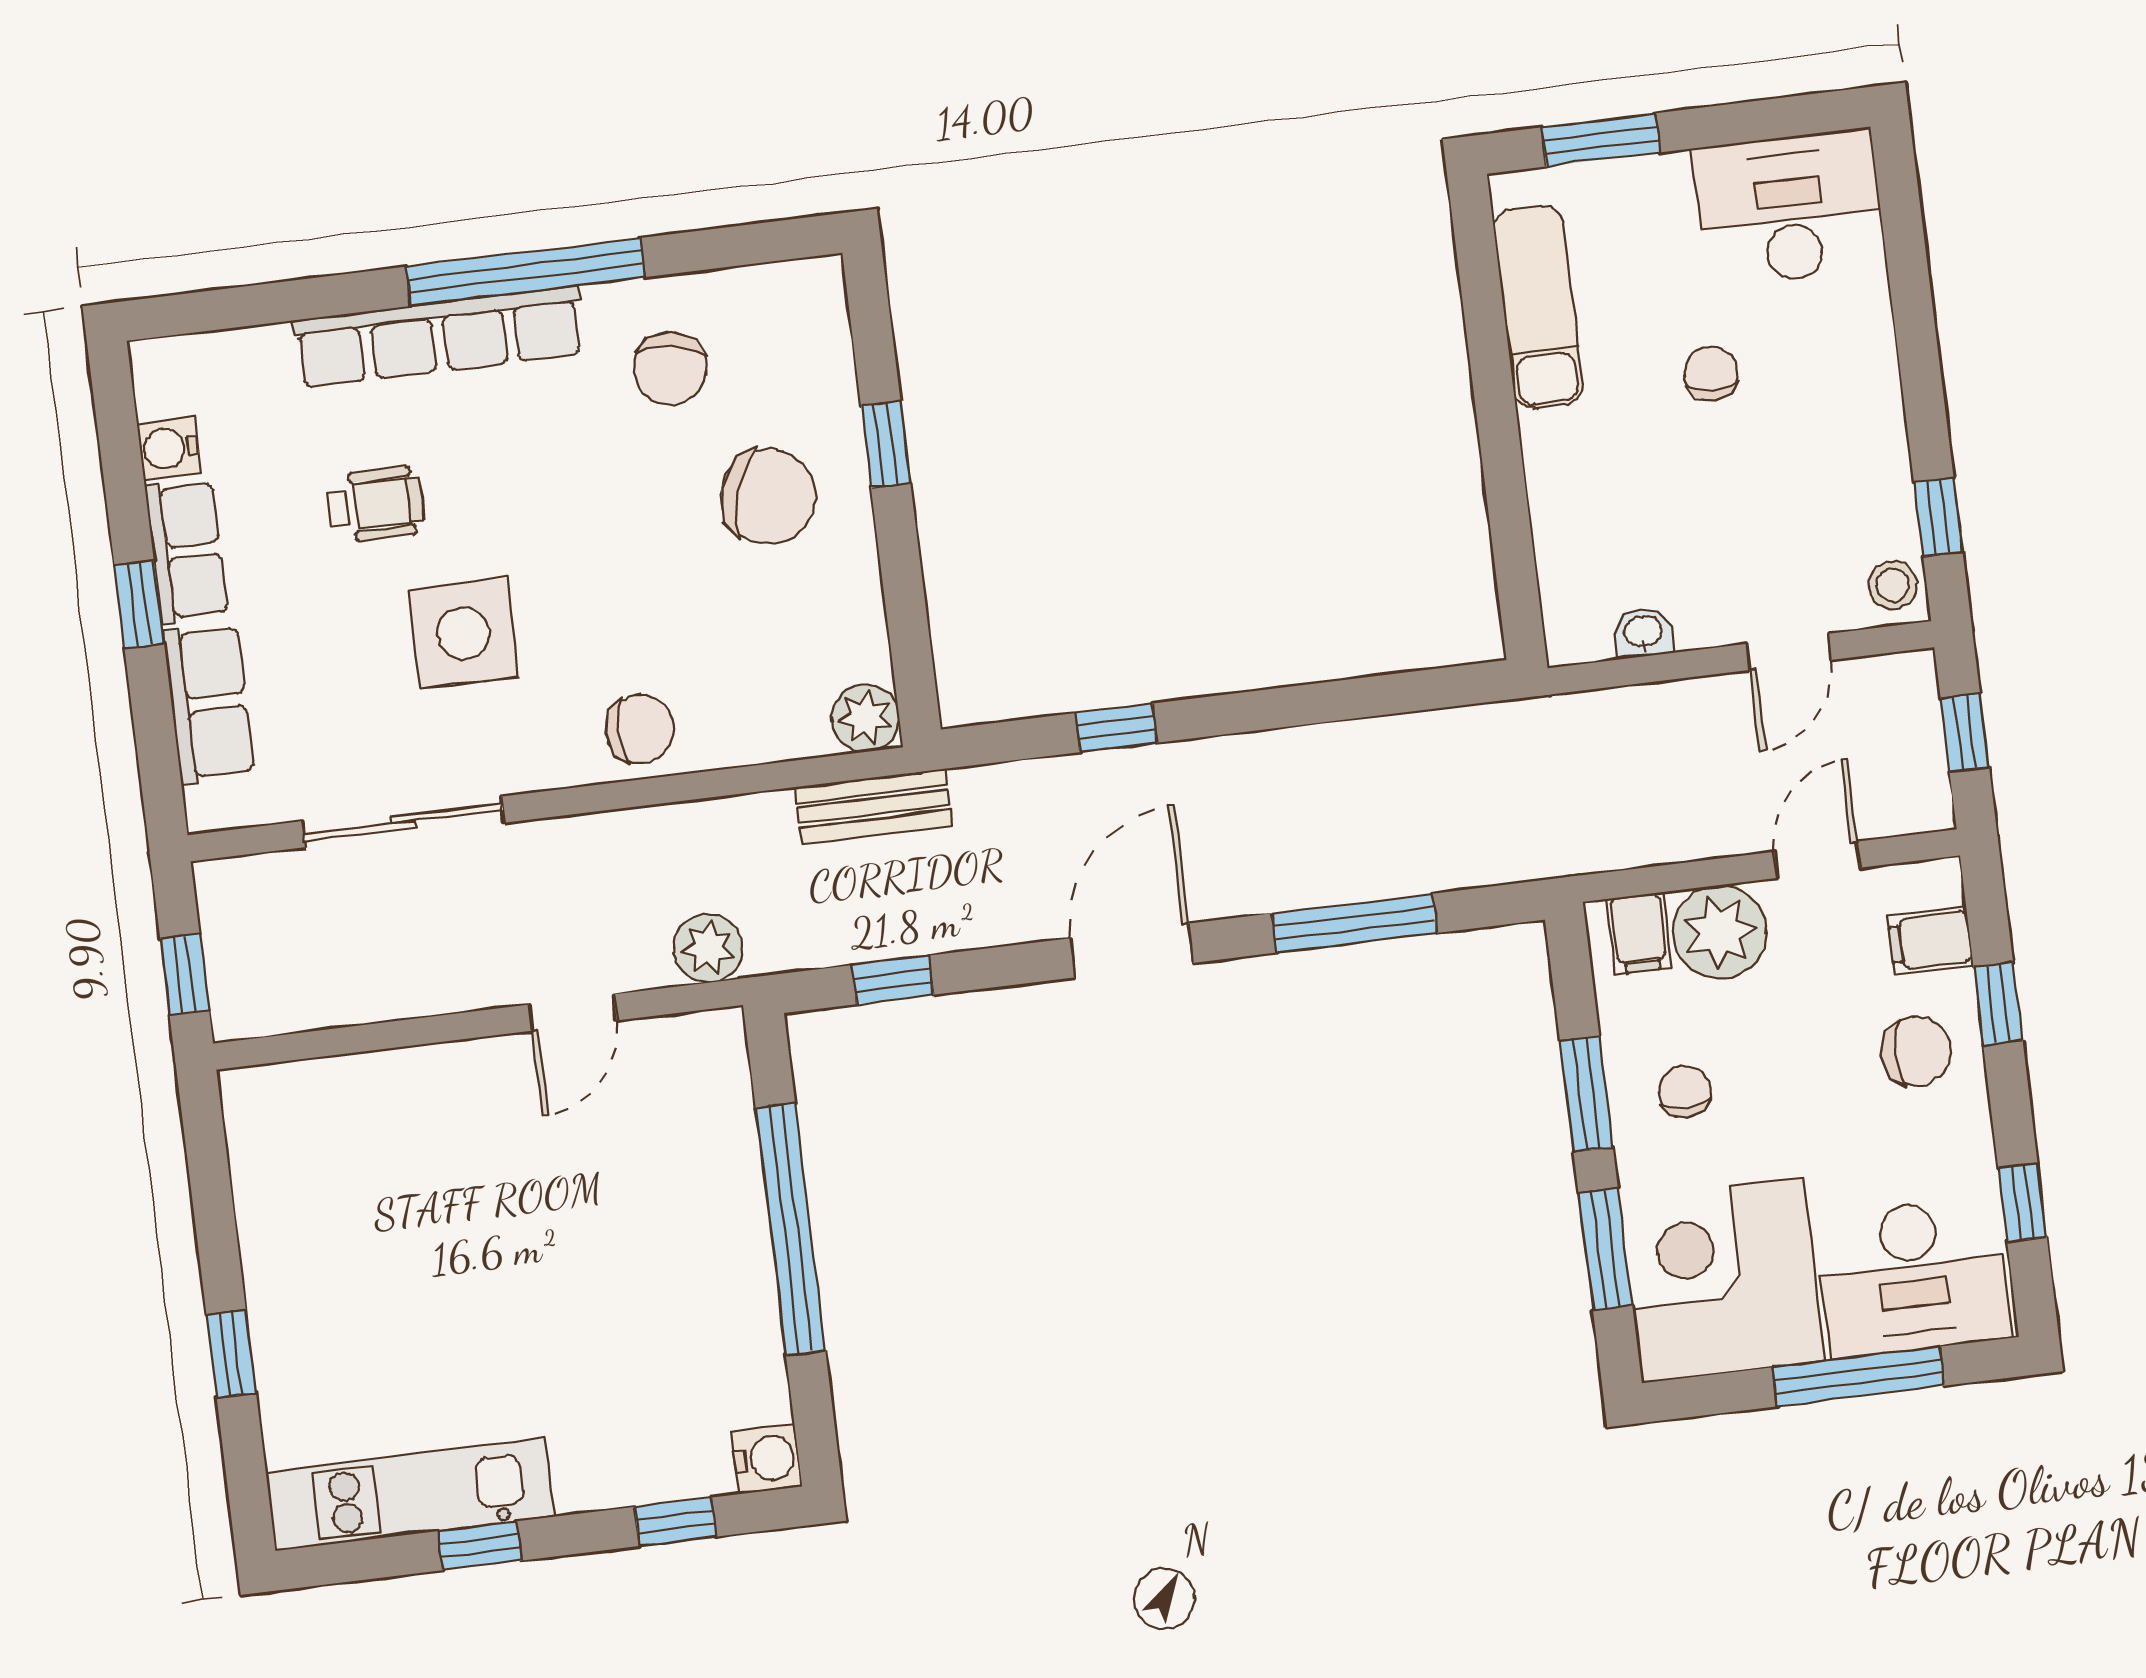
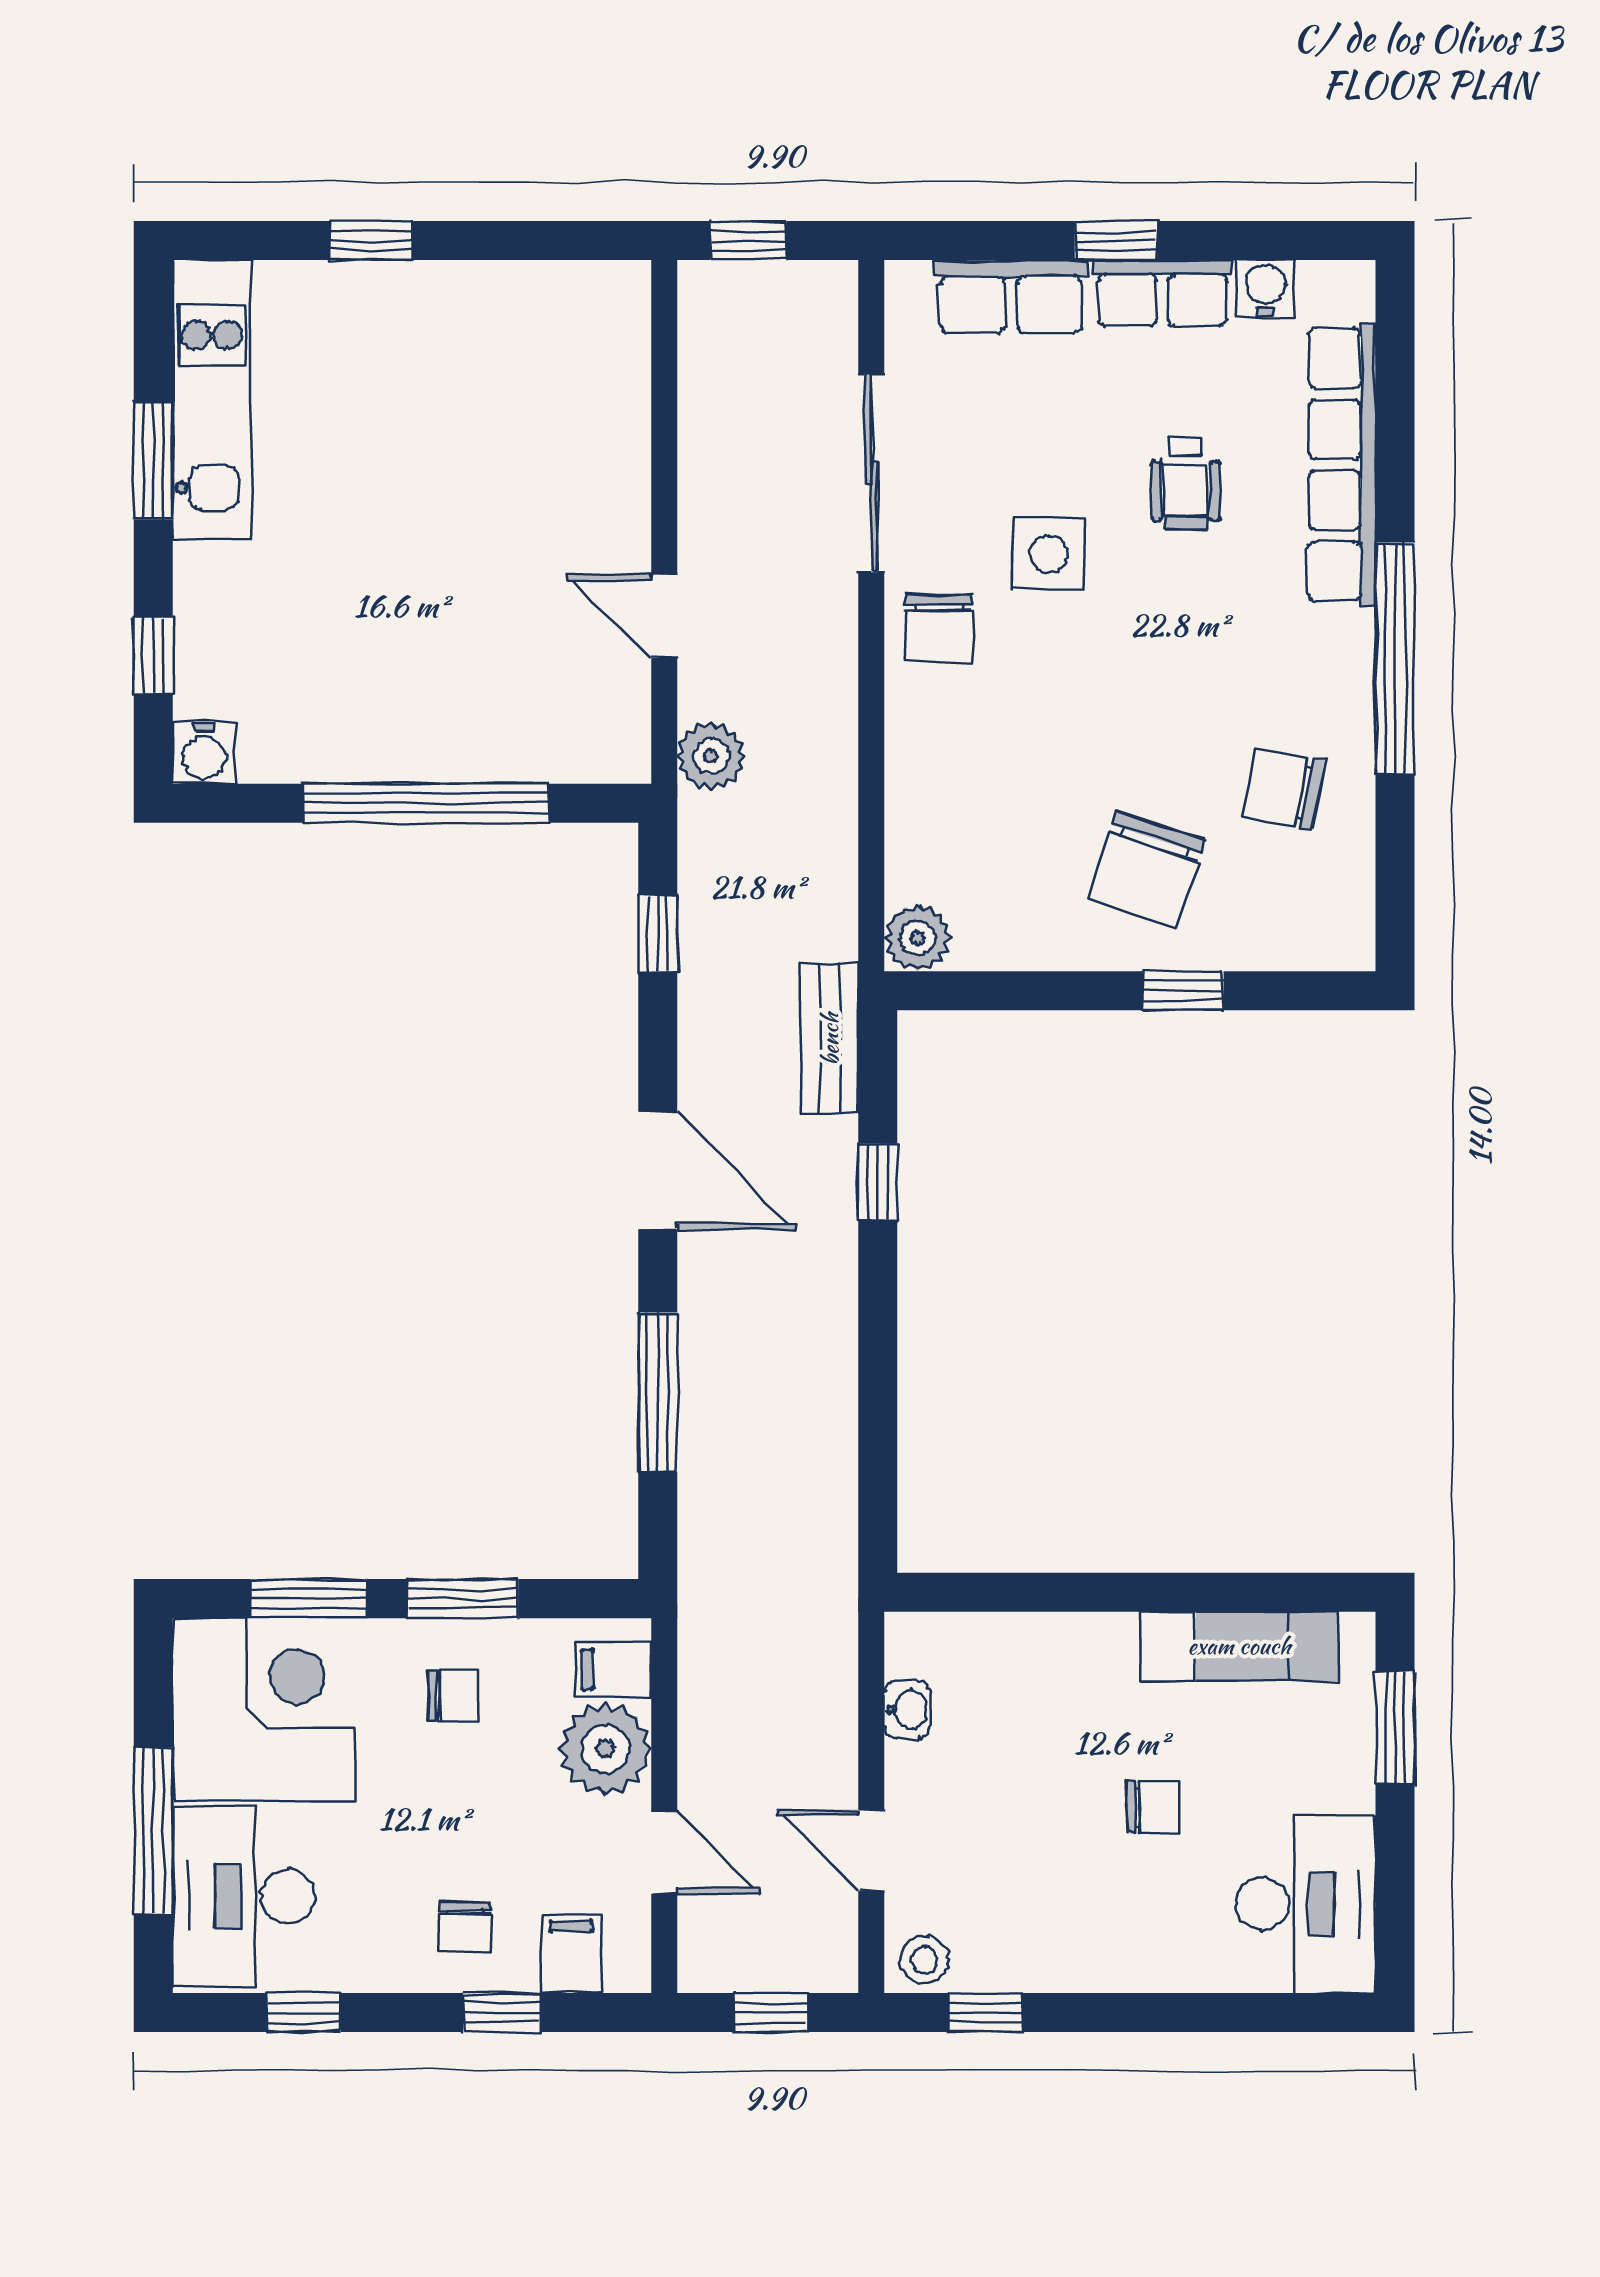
row of seats: (438, 337) -> (1342, 465), moved
side table: (463, 633) -> (1049, 554), width x0.73, depth x0.73
chair: (640, 729) -> (939, 628), moved
bench: (874, 807) -> (830, 1039), moved
chair: (1916, 1051) -> (465, 1927), width x0.73, depth x0.73
window: (480, 1546) -> (153, 461), width x1.50

